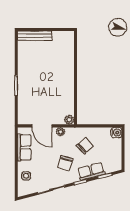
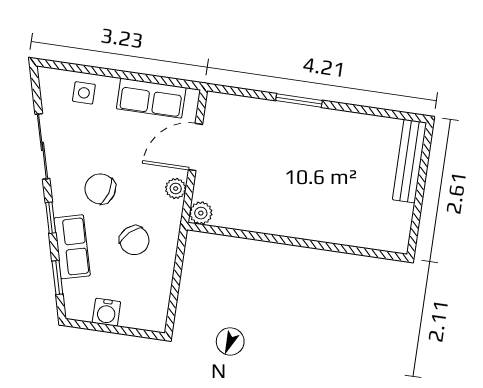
water cooler: (116, 133) -> (106, 312), moved

